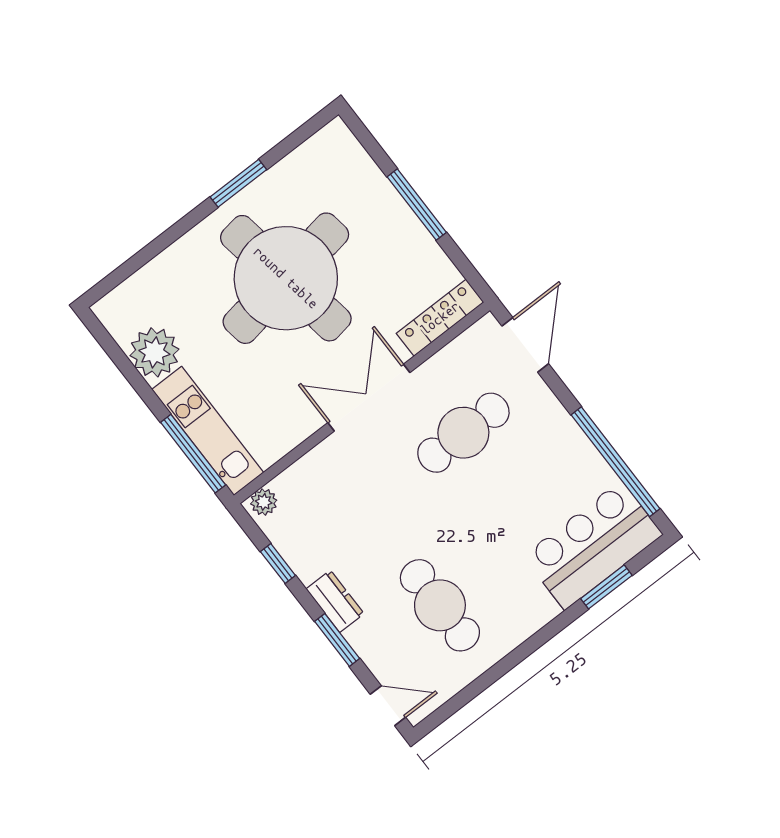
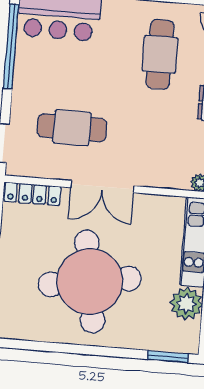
window: (238, 183) -> (168, 357), moved

